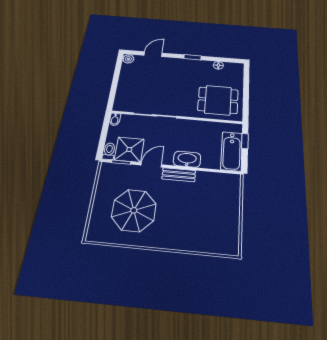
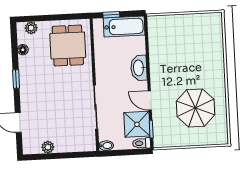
plant: (128, 59) -> (48, 147), moved
plant: (238, 74) -> (31, 28), added
bench: (179, 175) -> (156, 73), removed

